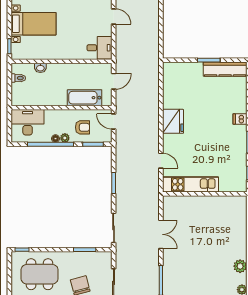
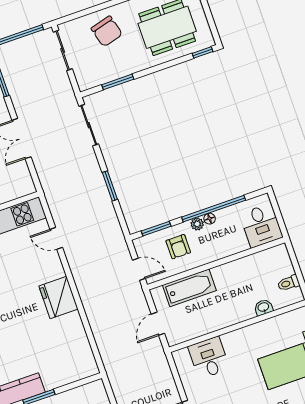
desk: (99, 48) -> (209, 358), moved, turned 90
desk: (28, 122) -> (261, 226), width x0.73
armchair: (82, 127) -> (178, 247), turned -90

